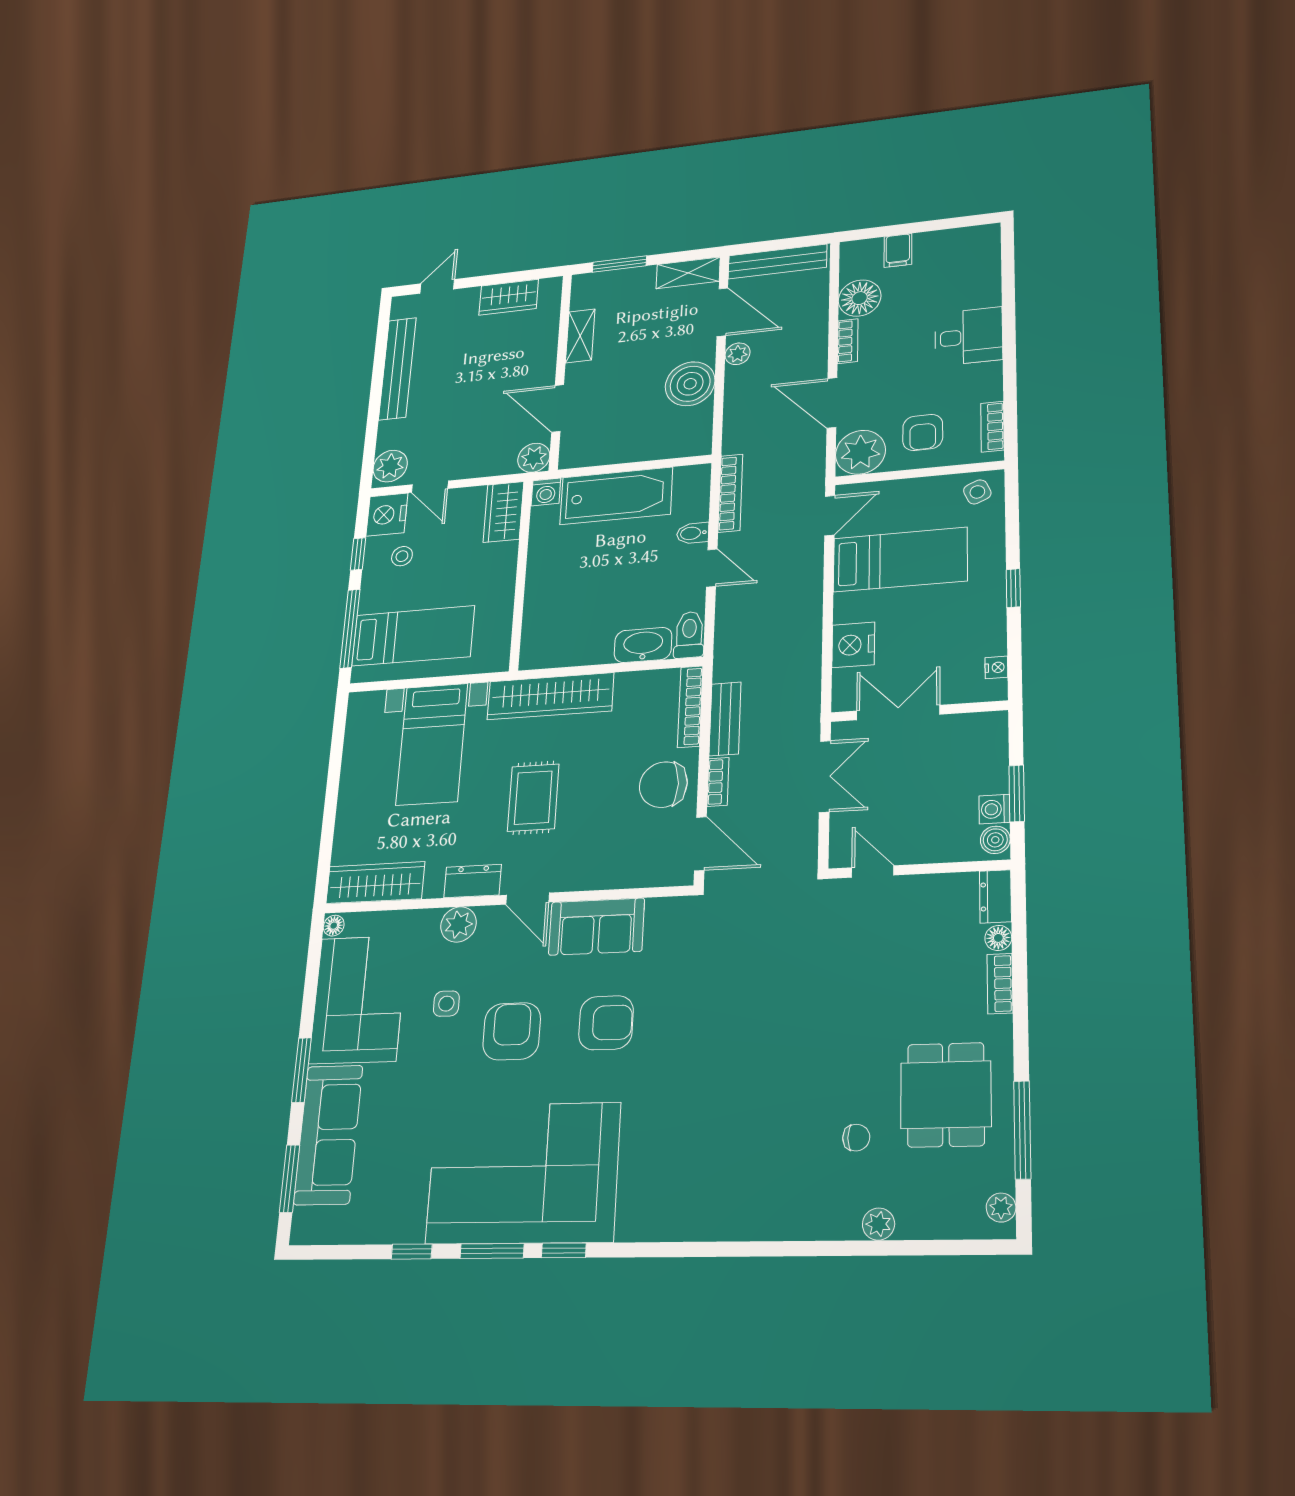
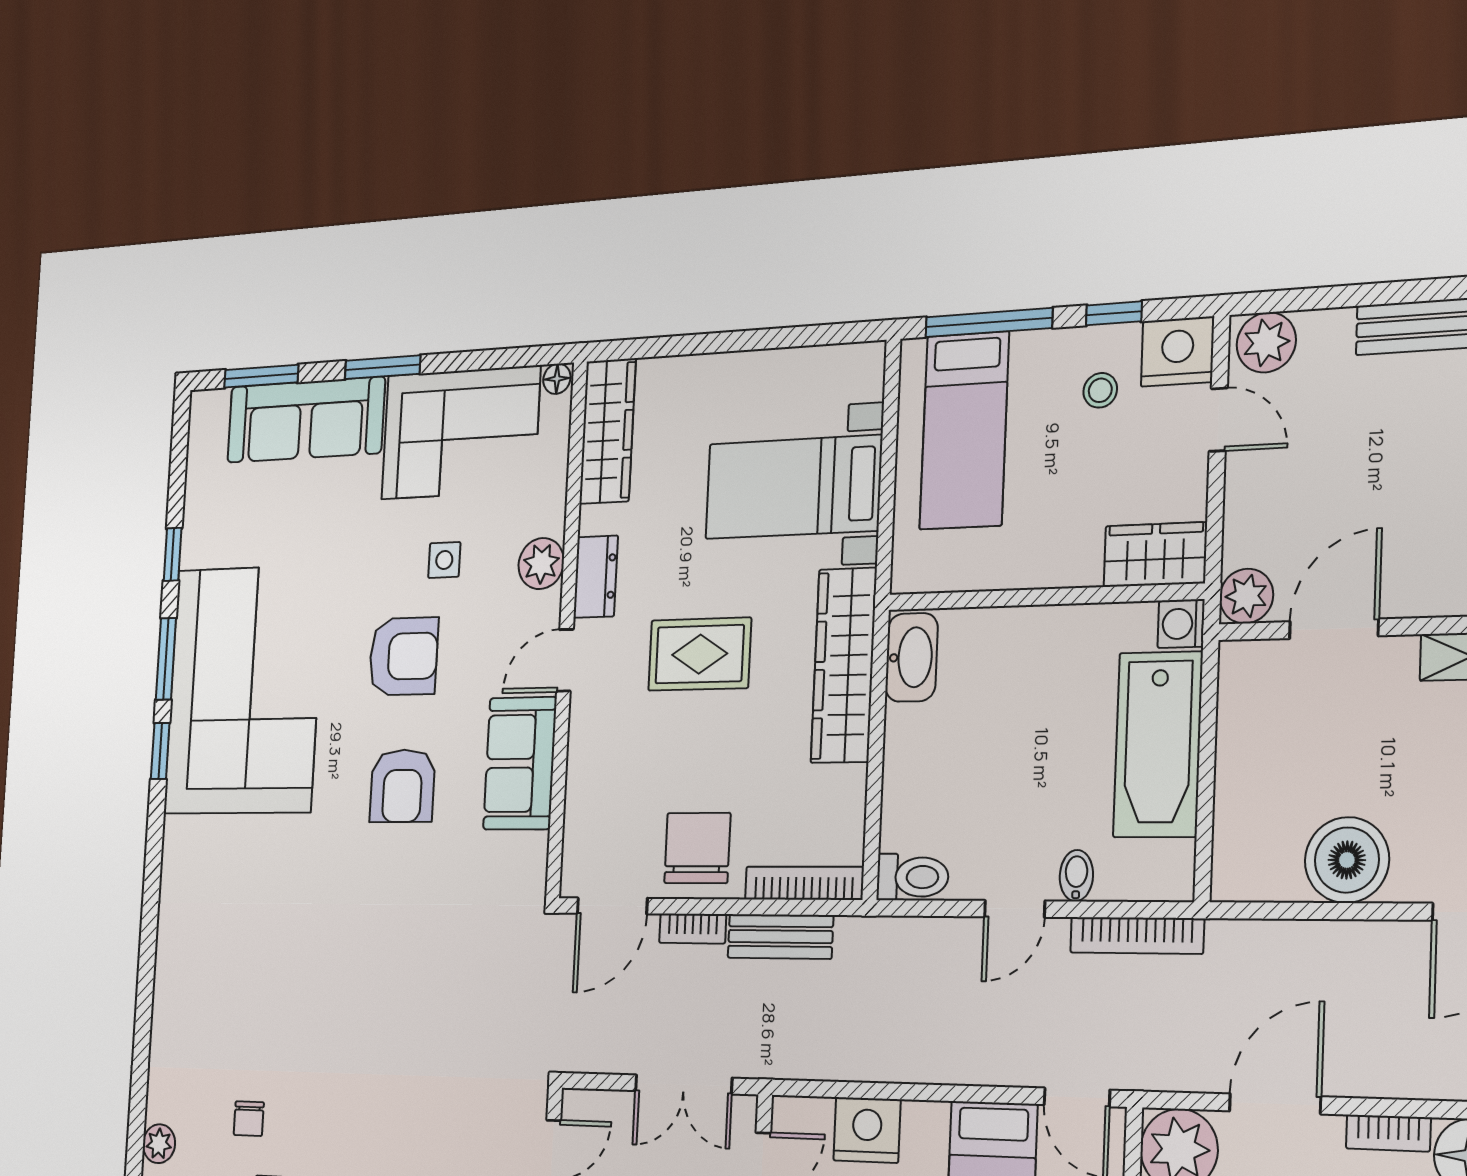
plant: (738, 354) -> (1393, 941), removed
door: (430, 487) -> (1218, 420), swing flipped
washbasin: (643, 645) -> (912, 657), moved

